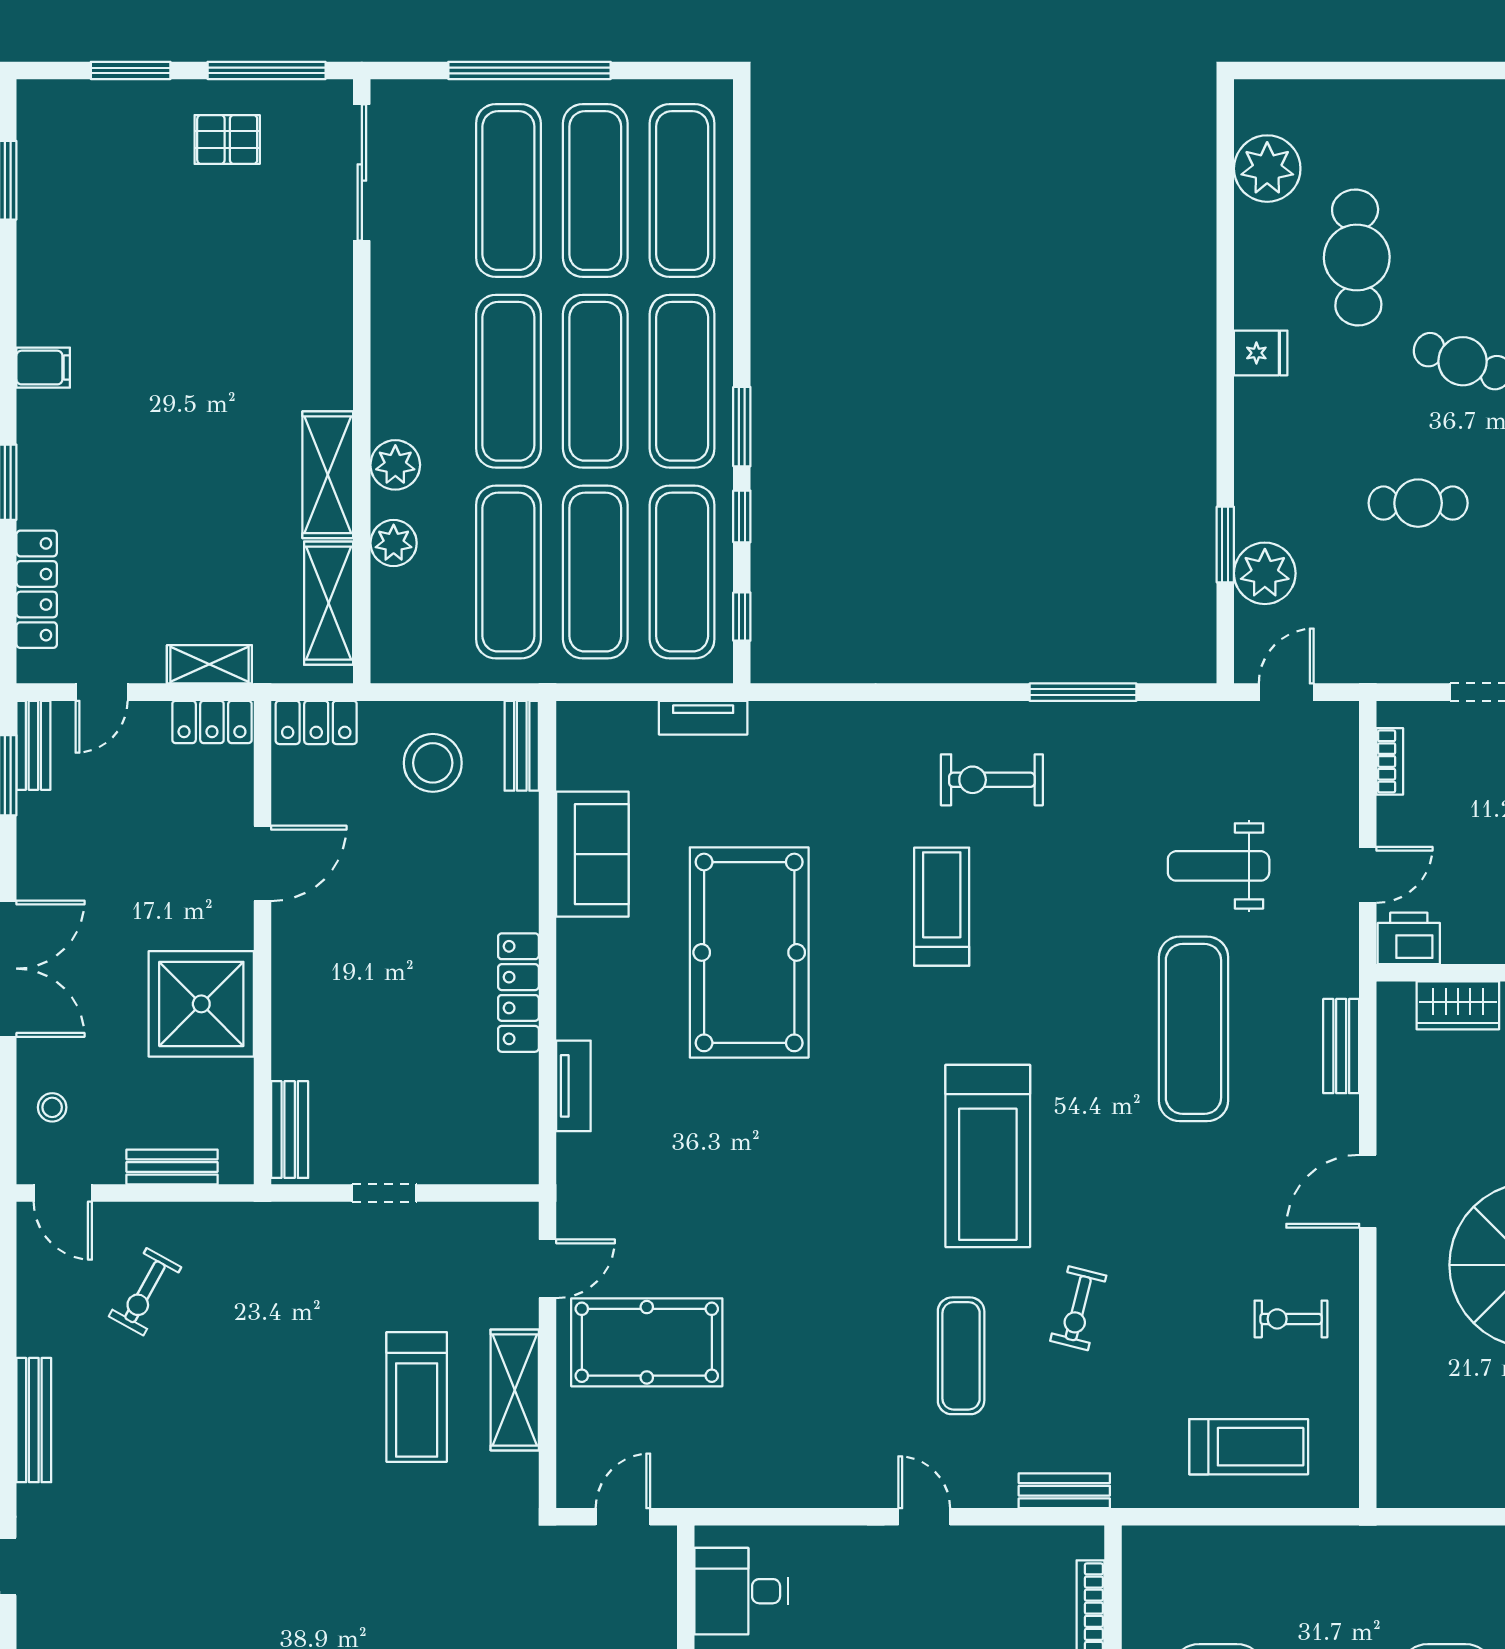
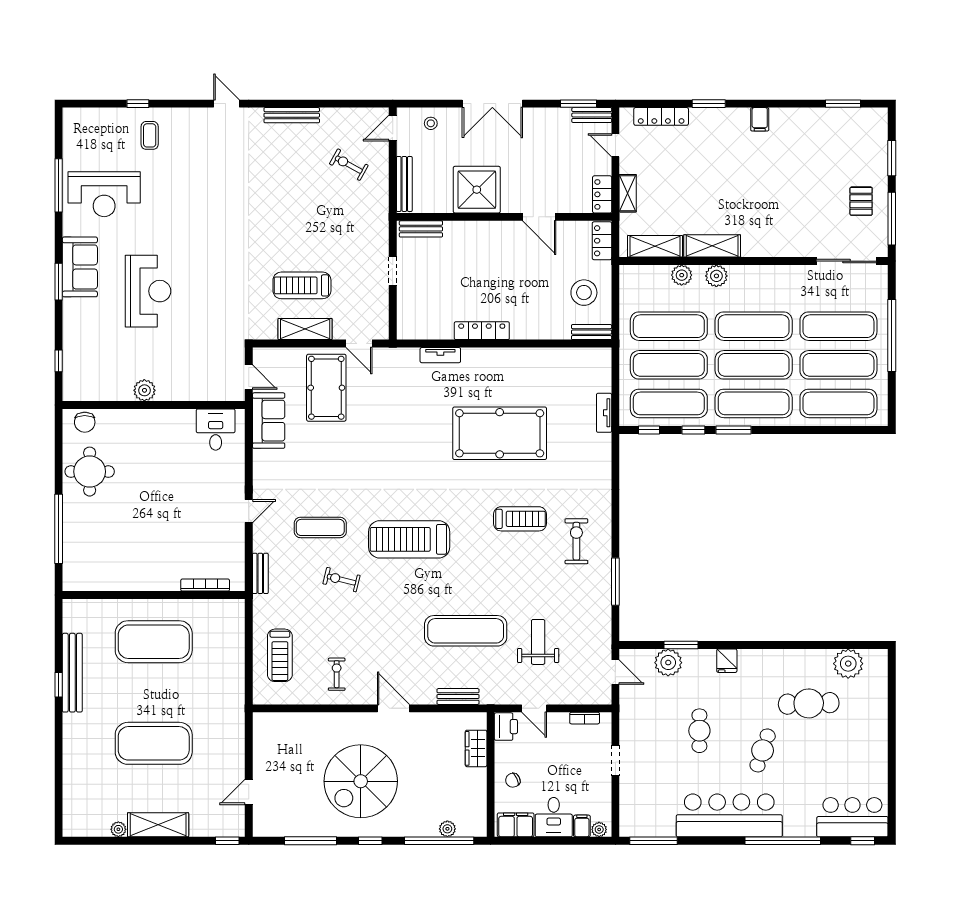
fridge: (1261, 353) -> (727, 661), moved
sofa: (592, 854) -> (269, 421), moved, turned -90
bench: (172, 1167) -> (404, 184), width x1.36

